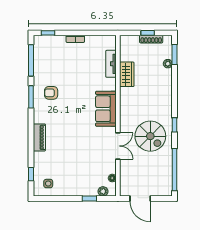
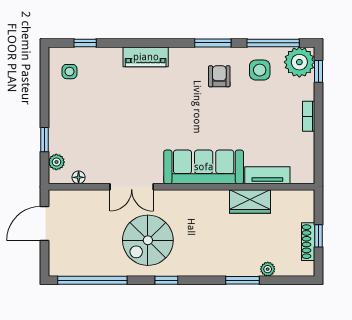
plant: (43, 44) -> (299, 62), added
window: (174, 54) -> (243, 280), moved
side table: (47, 68) -> (260, 70), added
sofa: (106, 109) -> (204, 167), width x1.36

